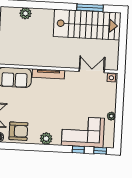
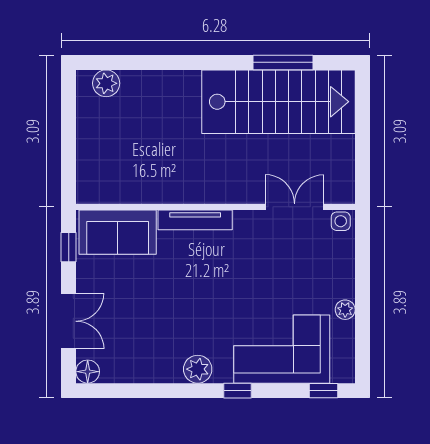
plant: (26, 13) -> (106, 83), moved
armchair: (18, 131) -> (133, 356), removed
window: (78, 150) -> (238, 391), moved

